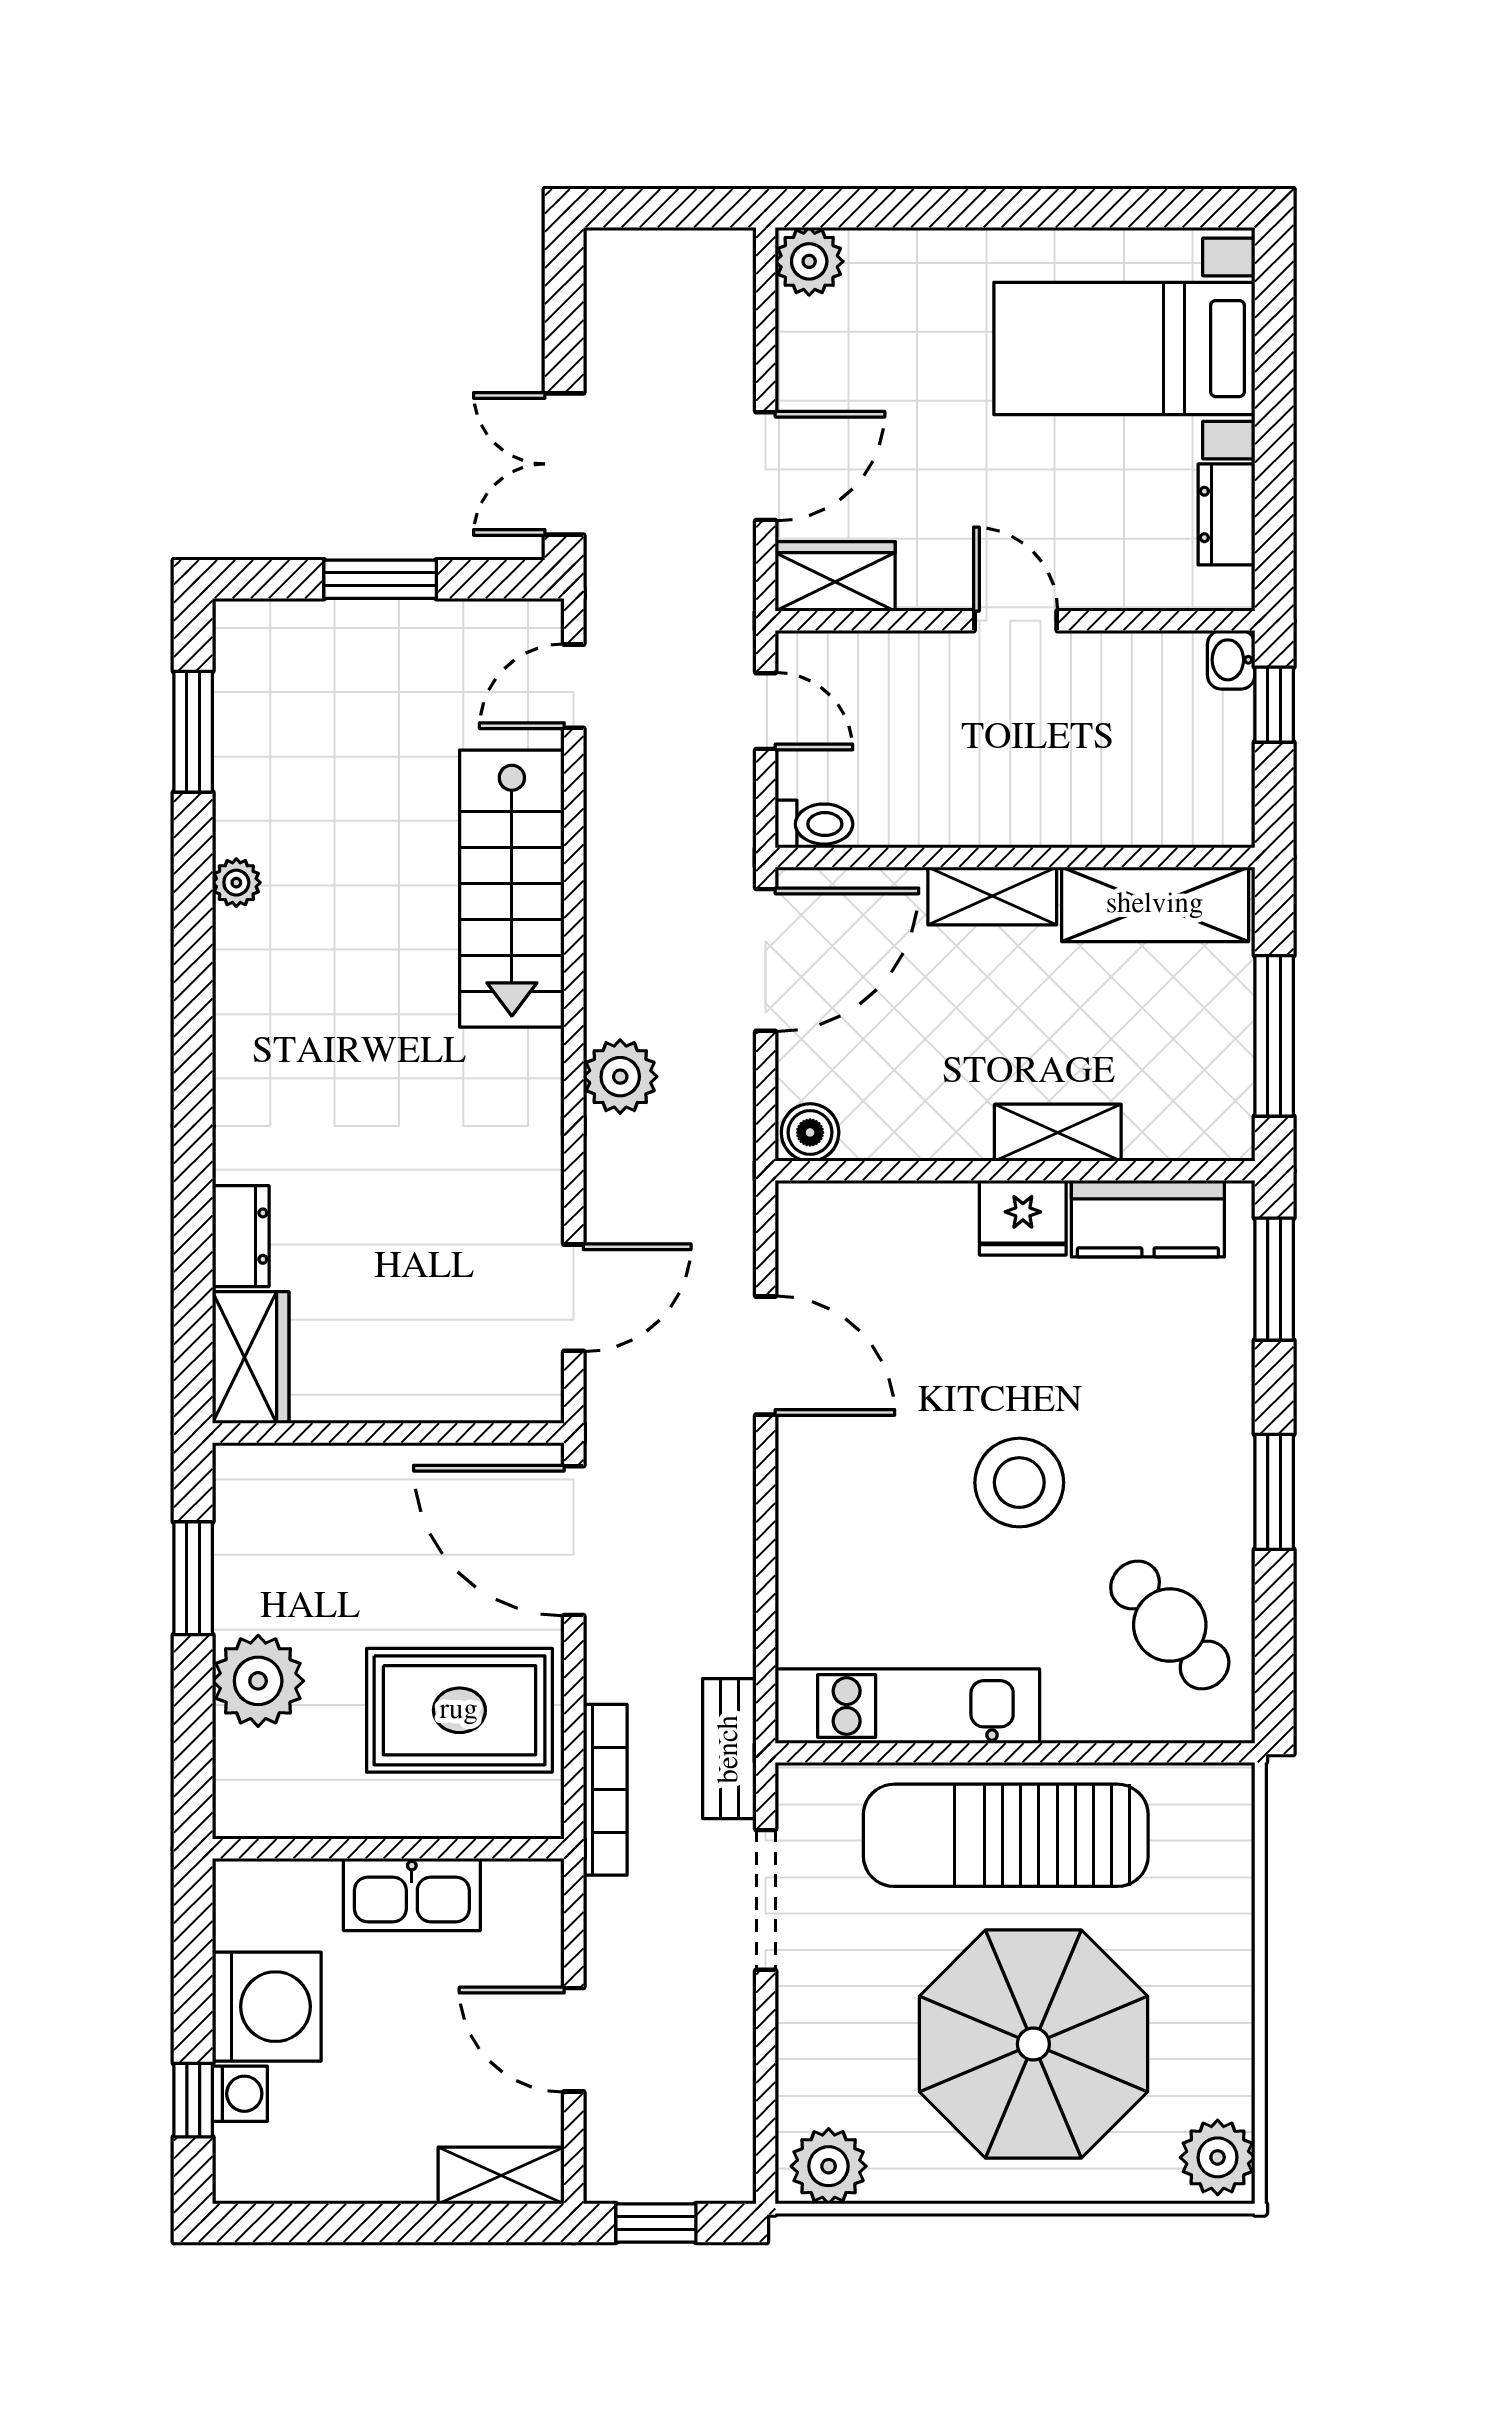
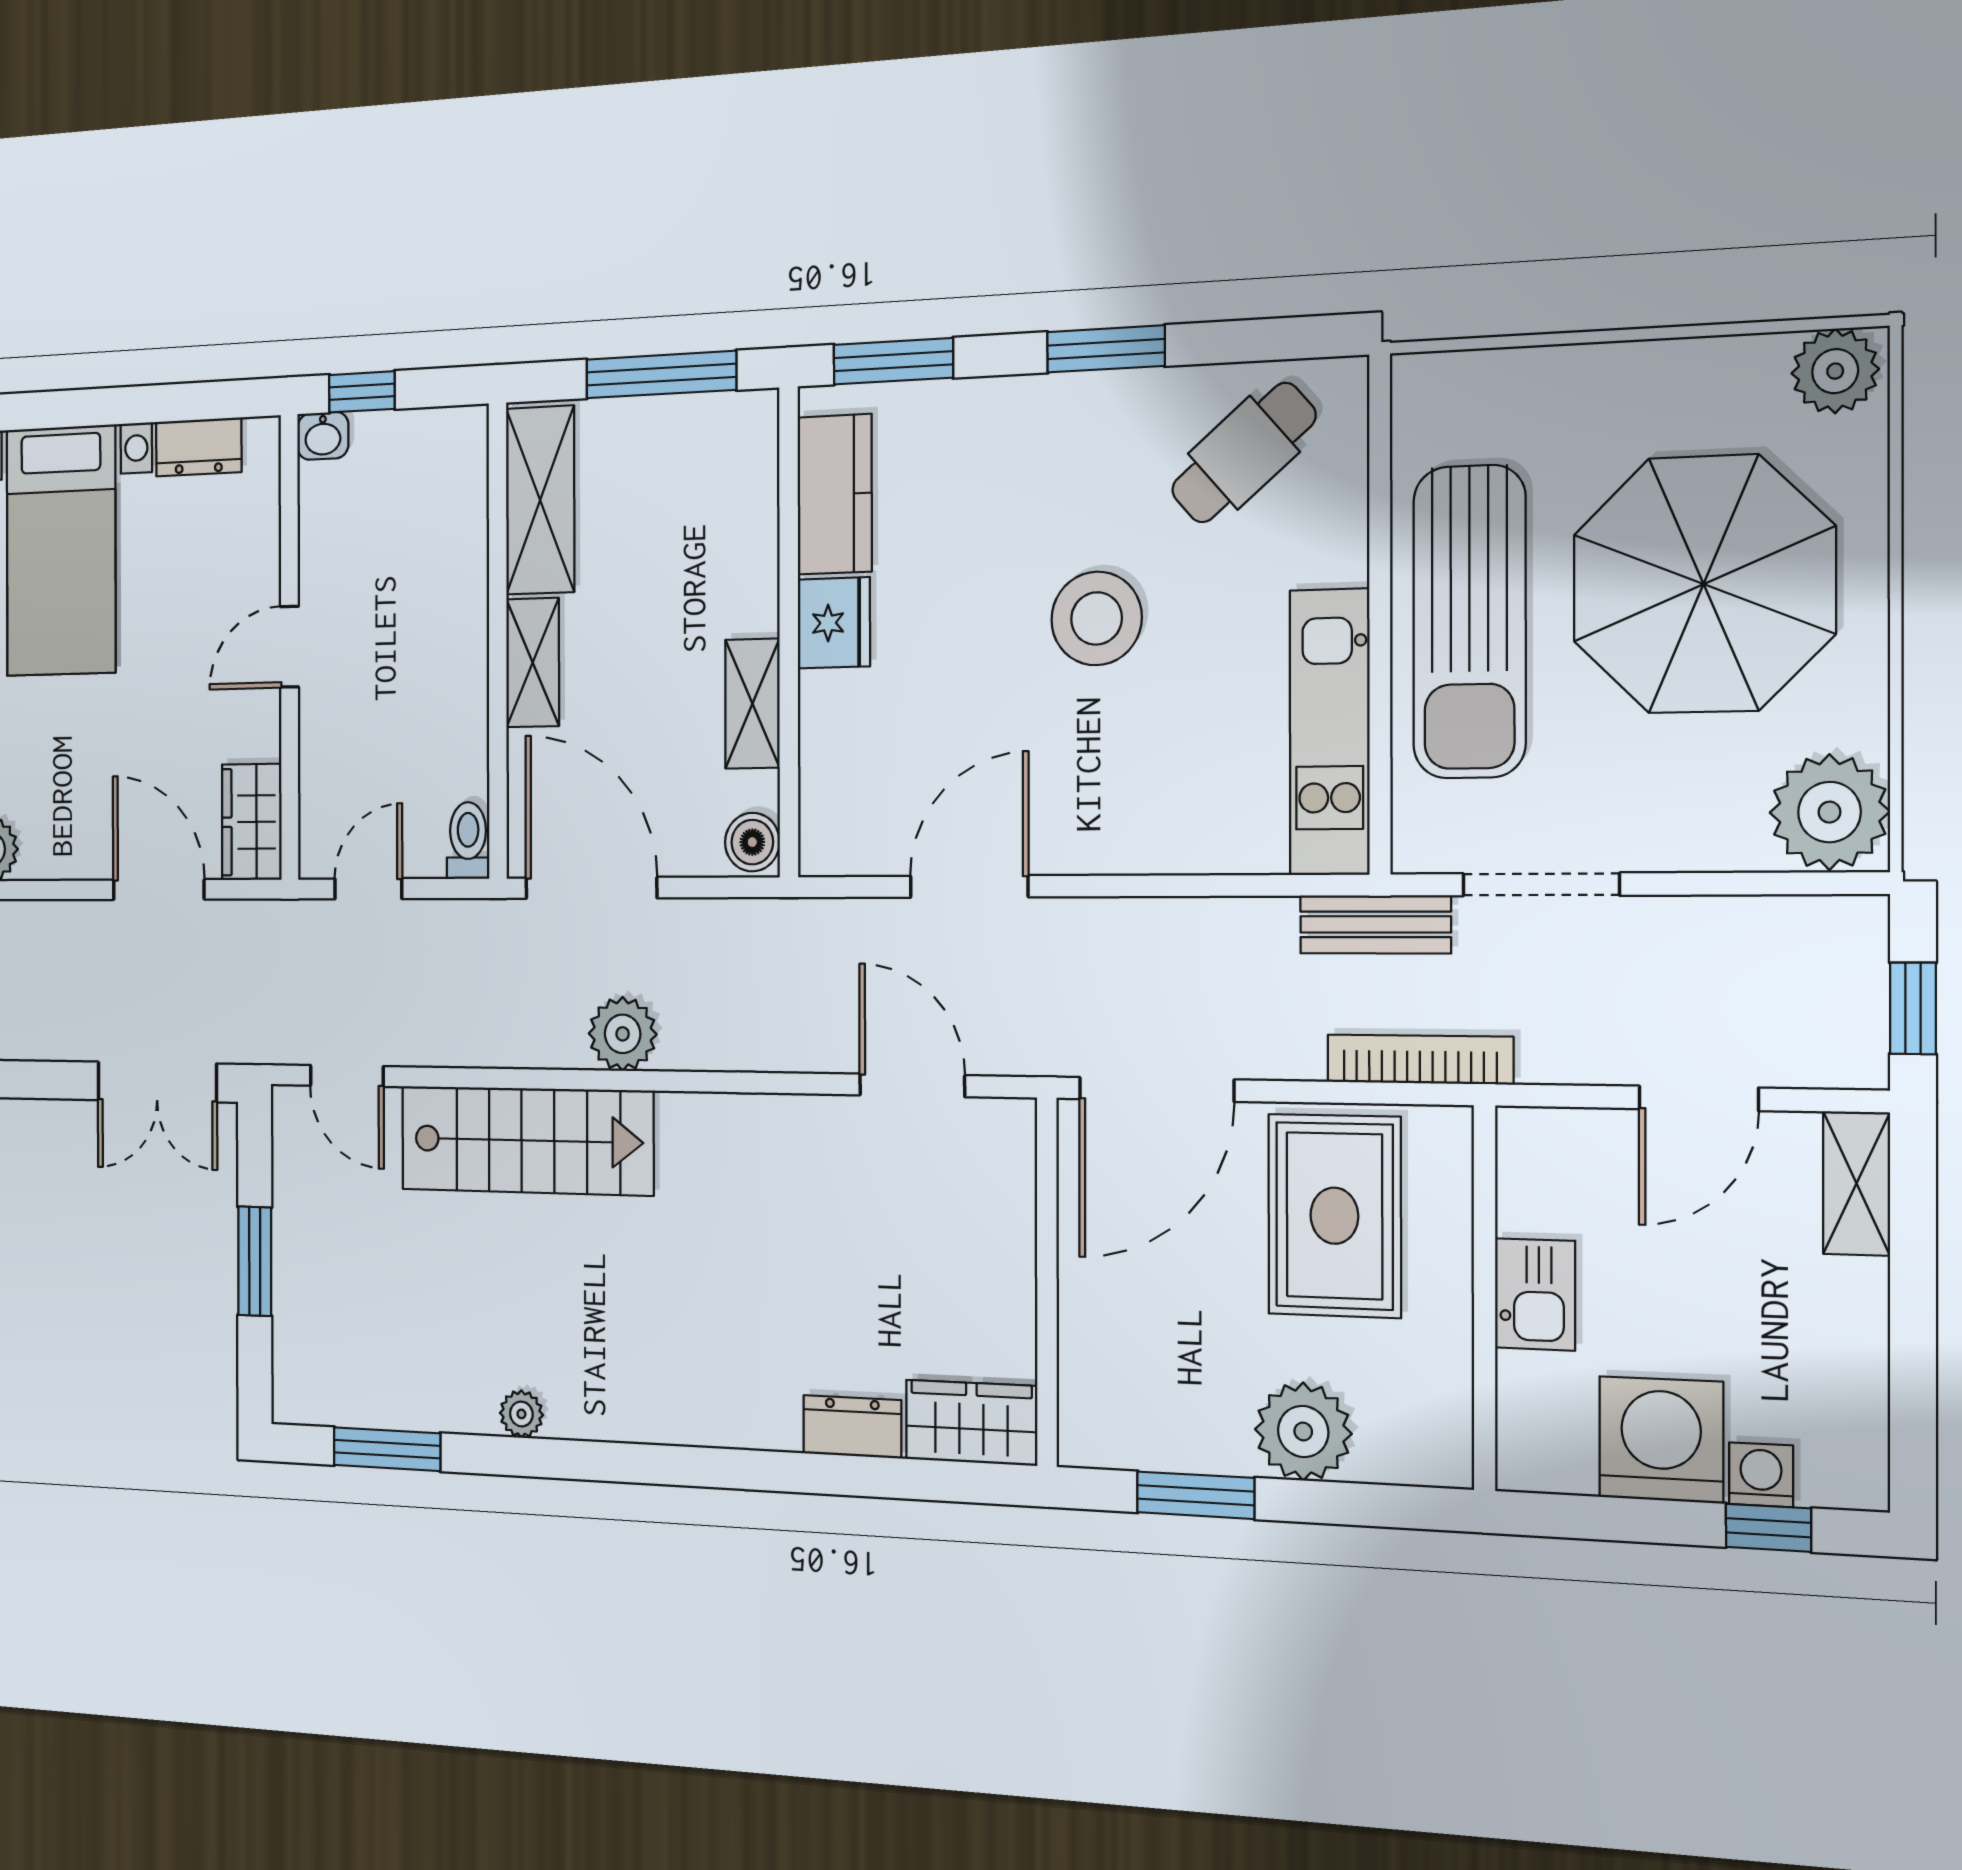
plant: (620, 1077) -> (623, 1034), moved
shelving: (1058, 1133) -> (752, 704), moved
kitchen sink: (412, 1894) -> (1535, 1294), width x0.73
plant: (829, 2166) -> (1829, 812), width x1.36, depth x1.36

